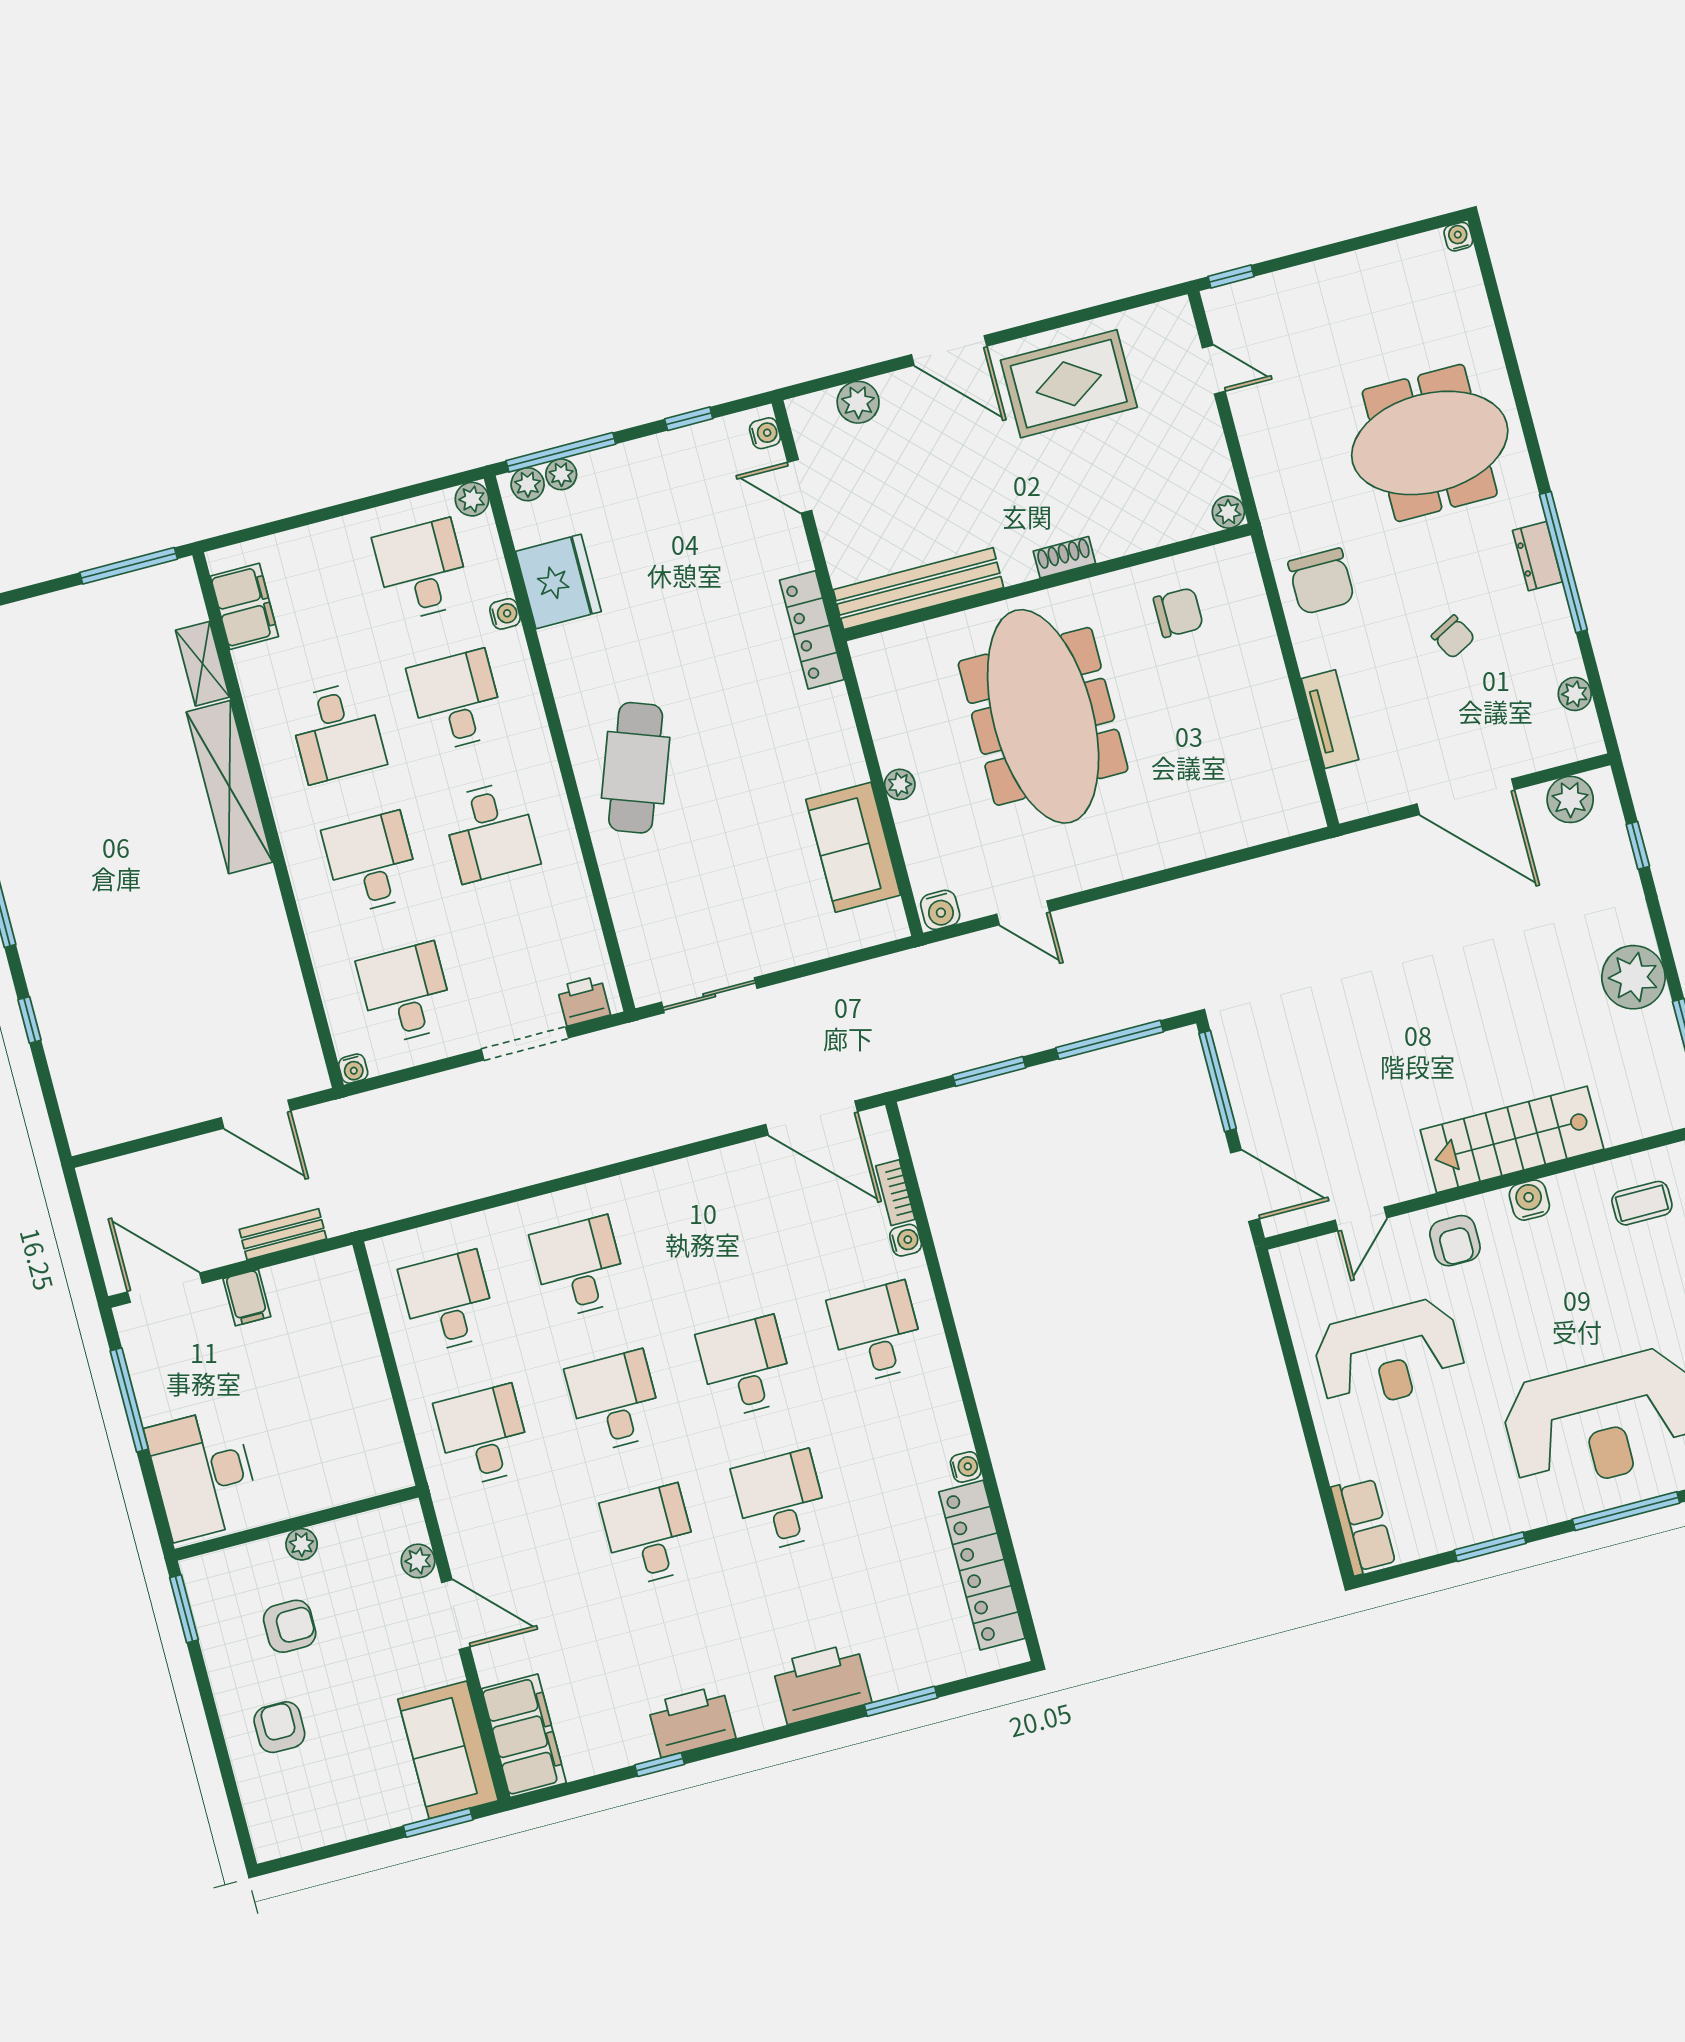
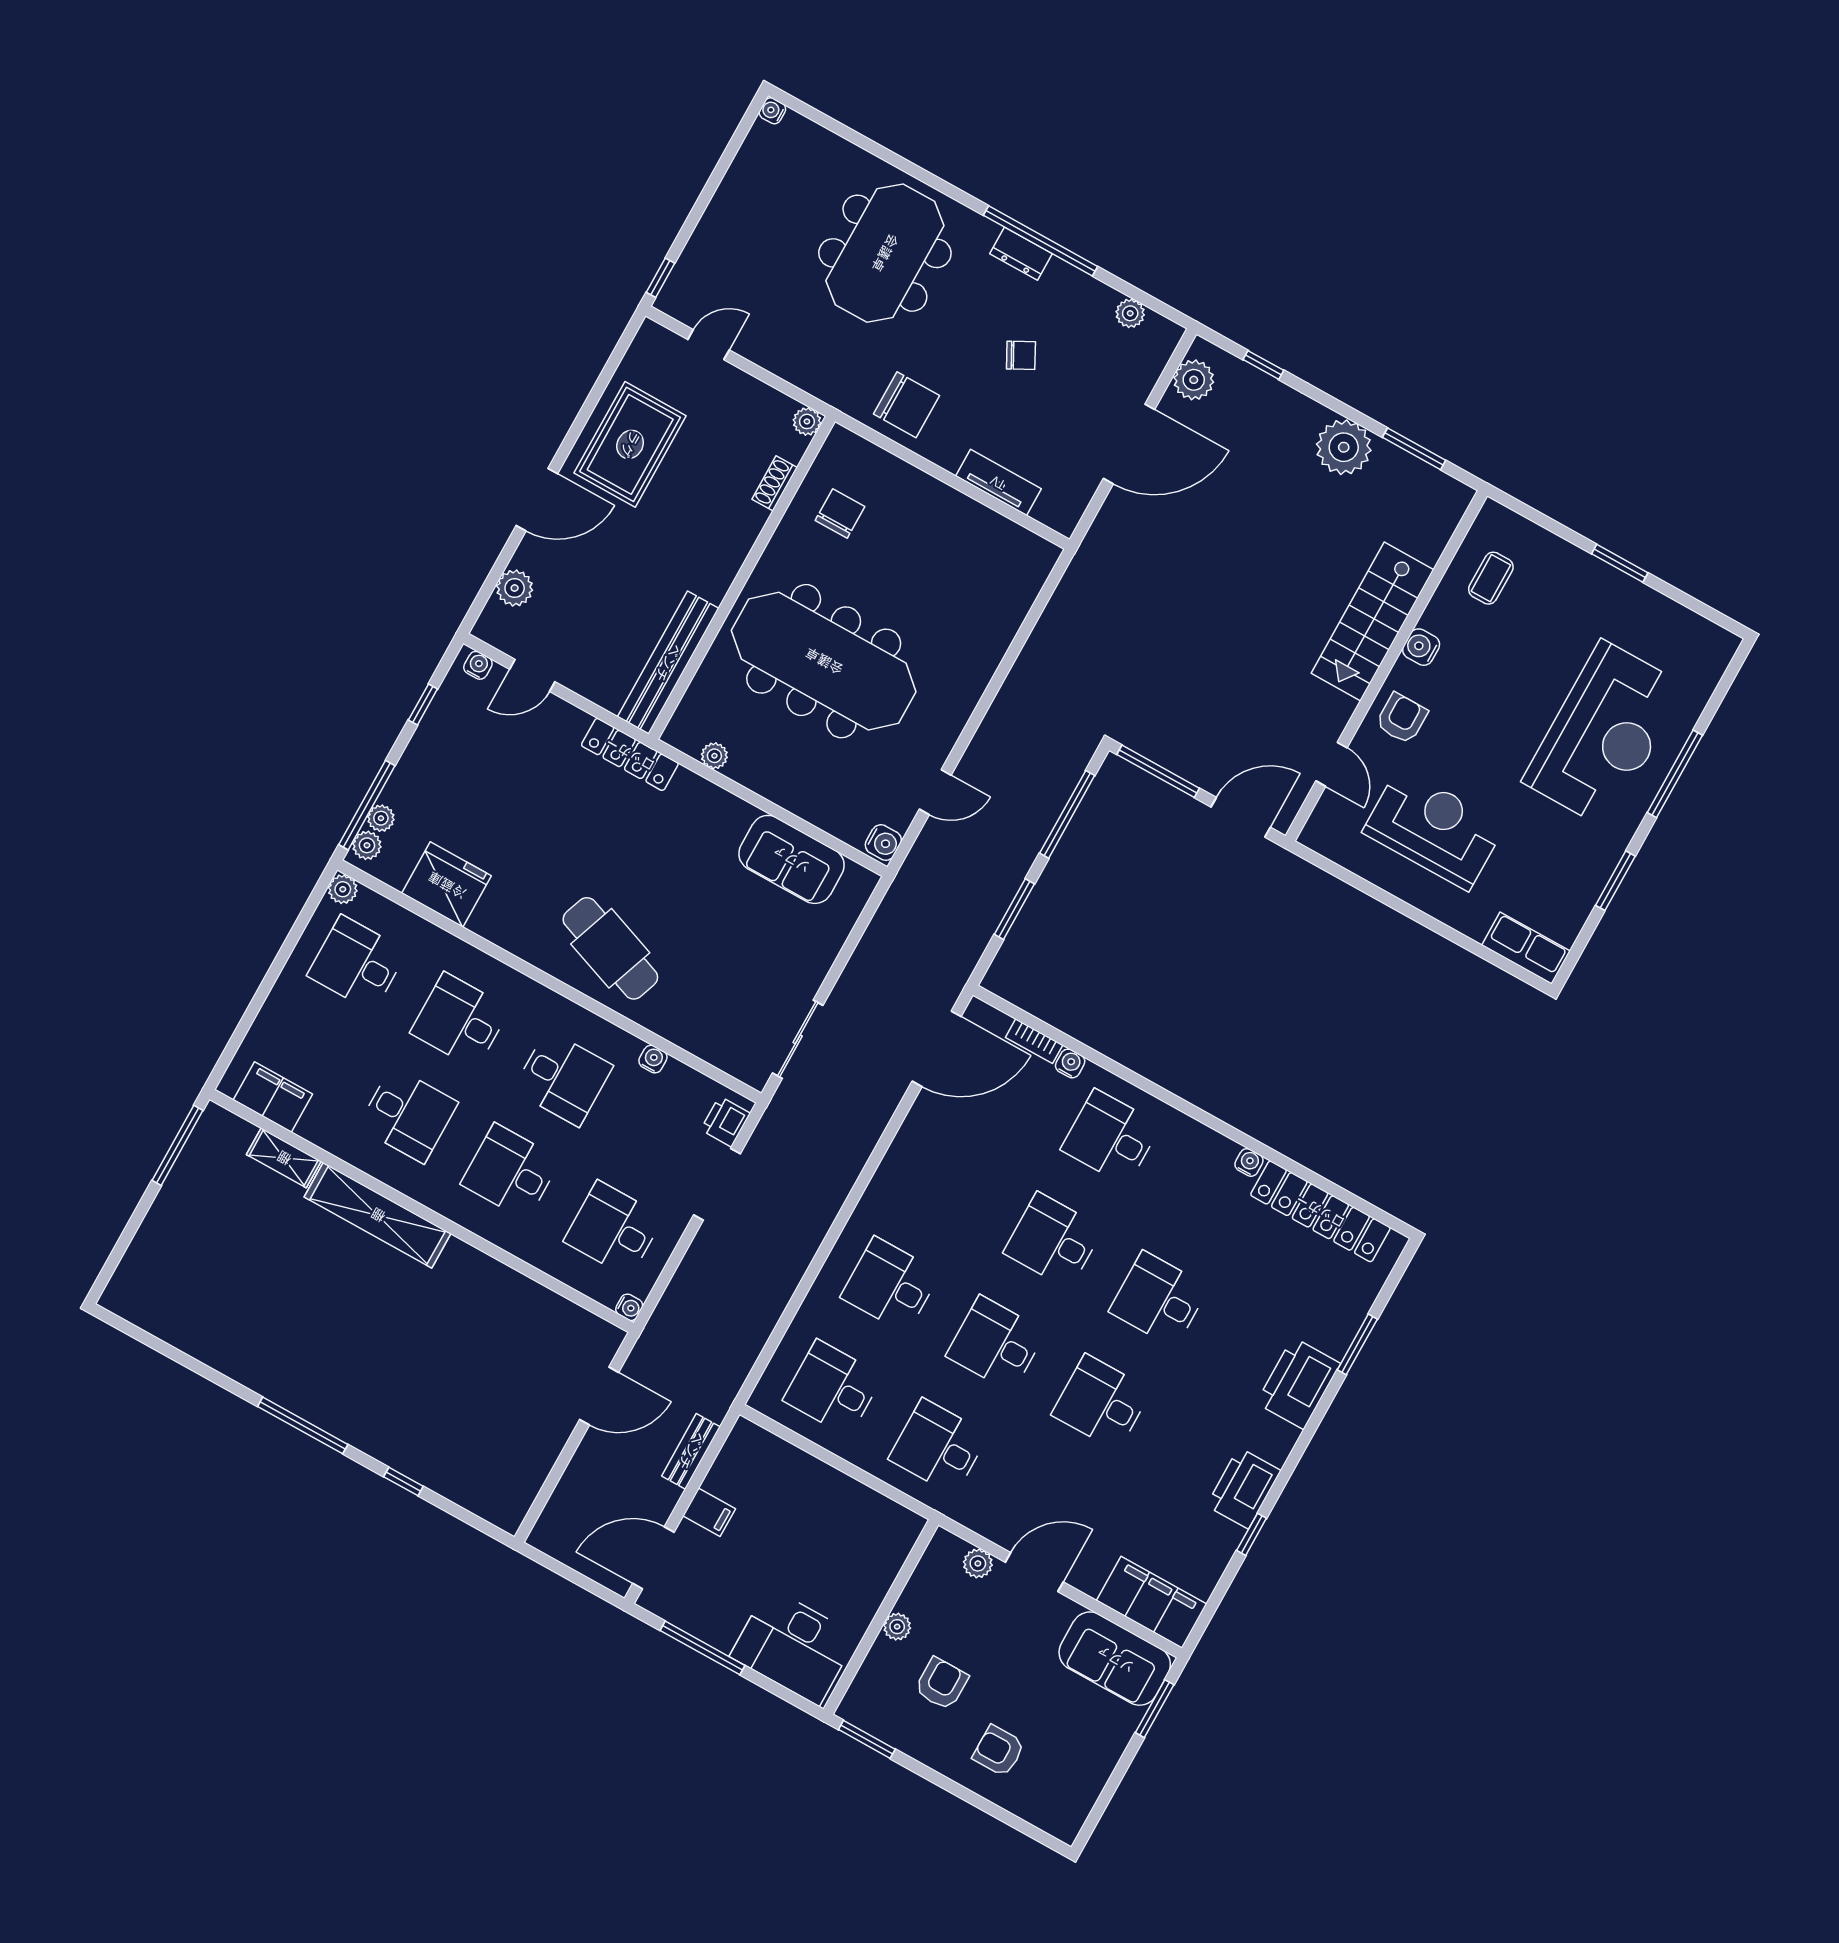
shoe rack: (1064, 557) -> (775, 483), moved
water cooler: (505, 614) -> (653, 1059), moved
plant: (900, 784) -> (714, 756), moved
armchair: (1455, 1241) -> (1402, 718), turned -90
reception desk: (1389, 1355) -> (1434, 829), turned -90

